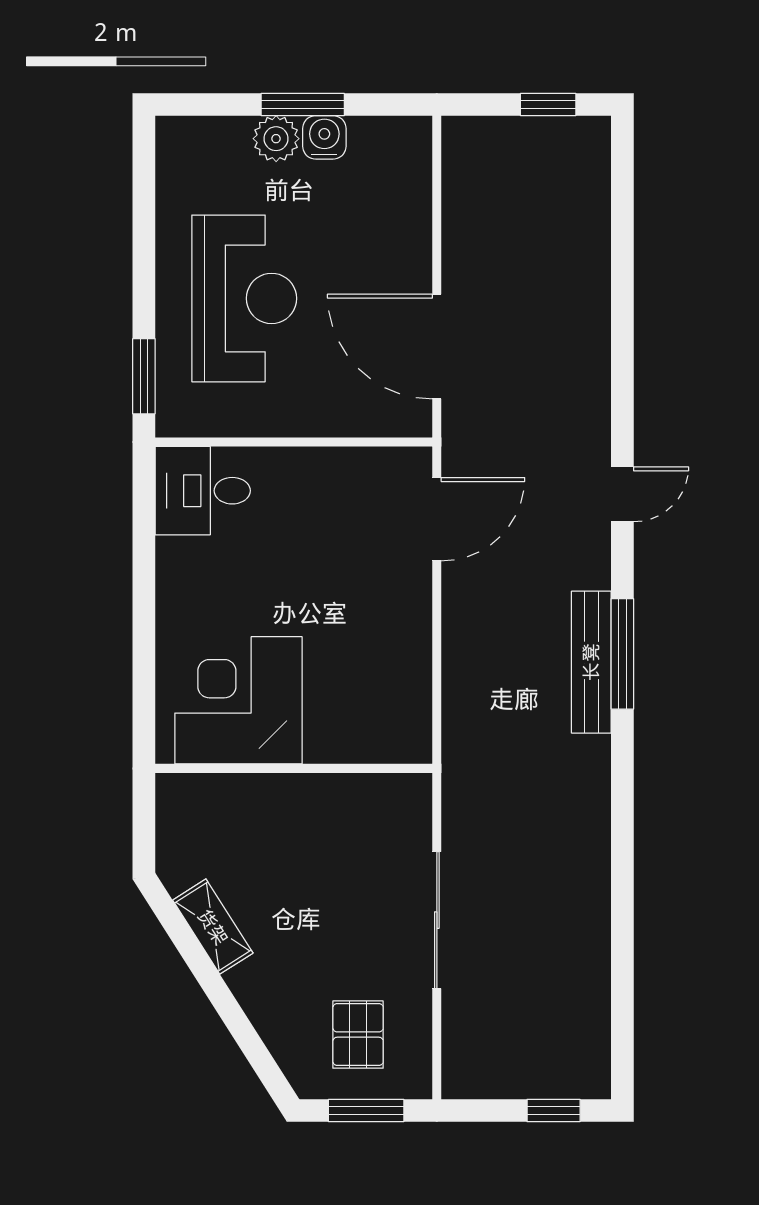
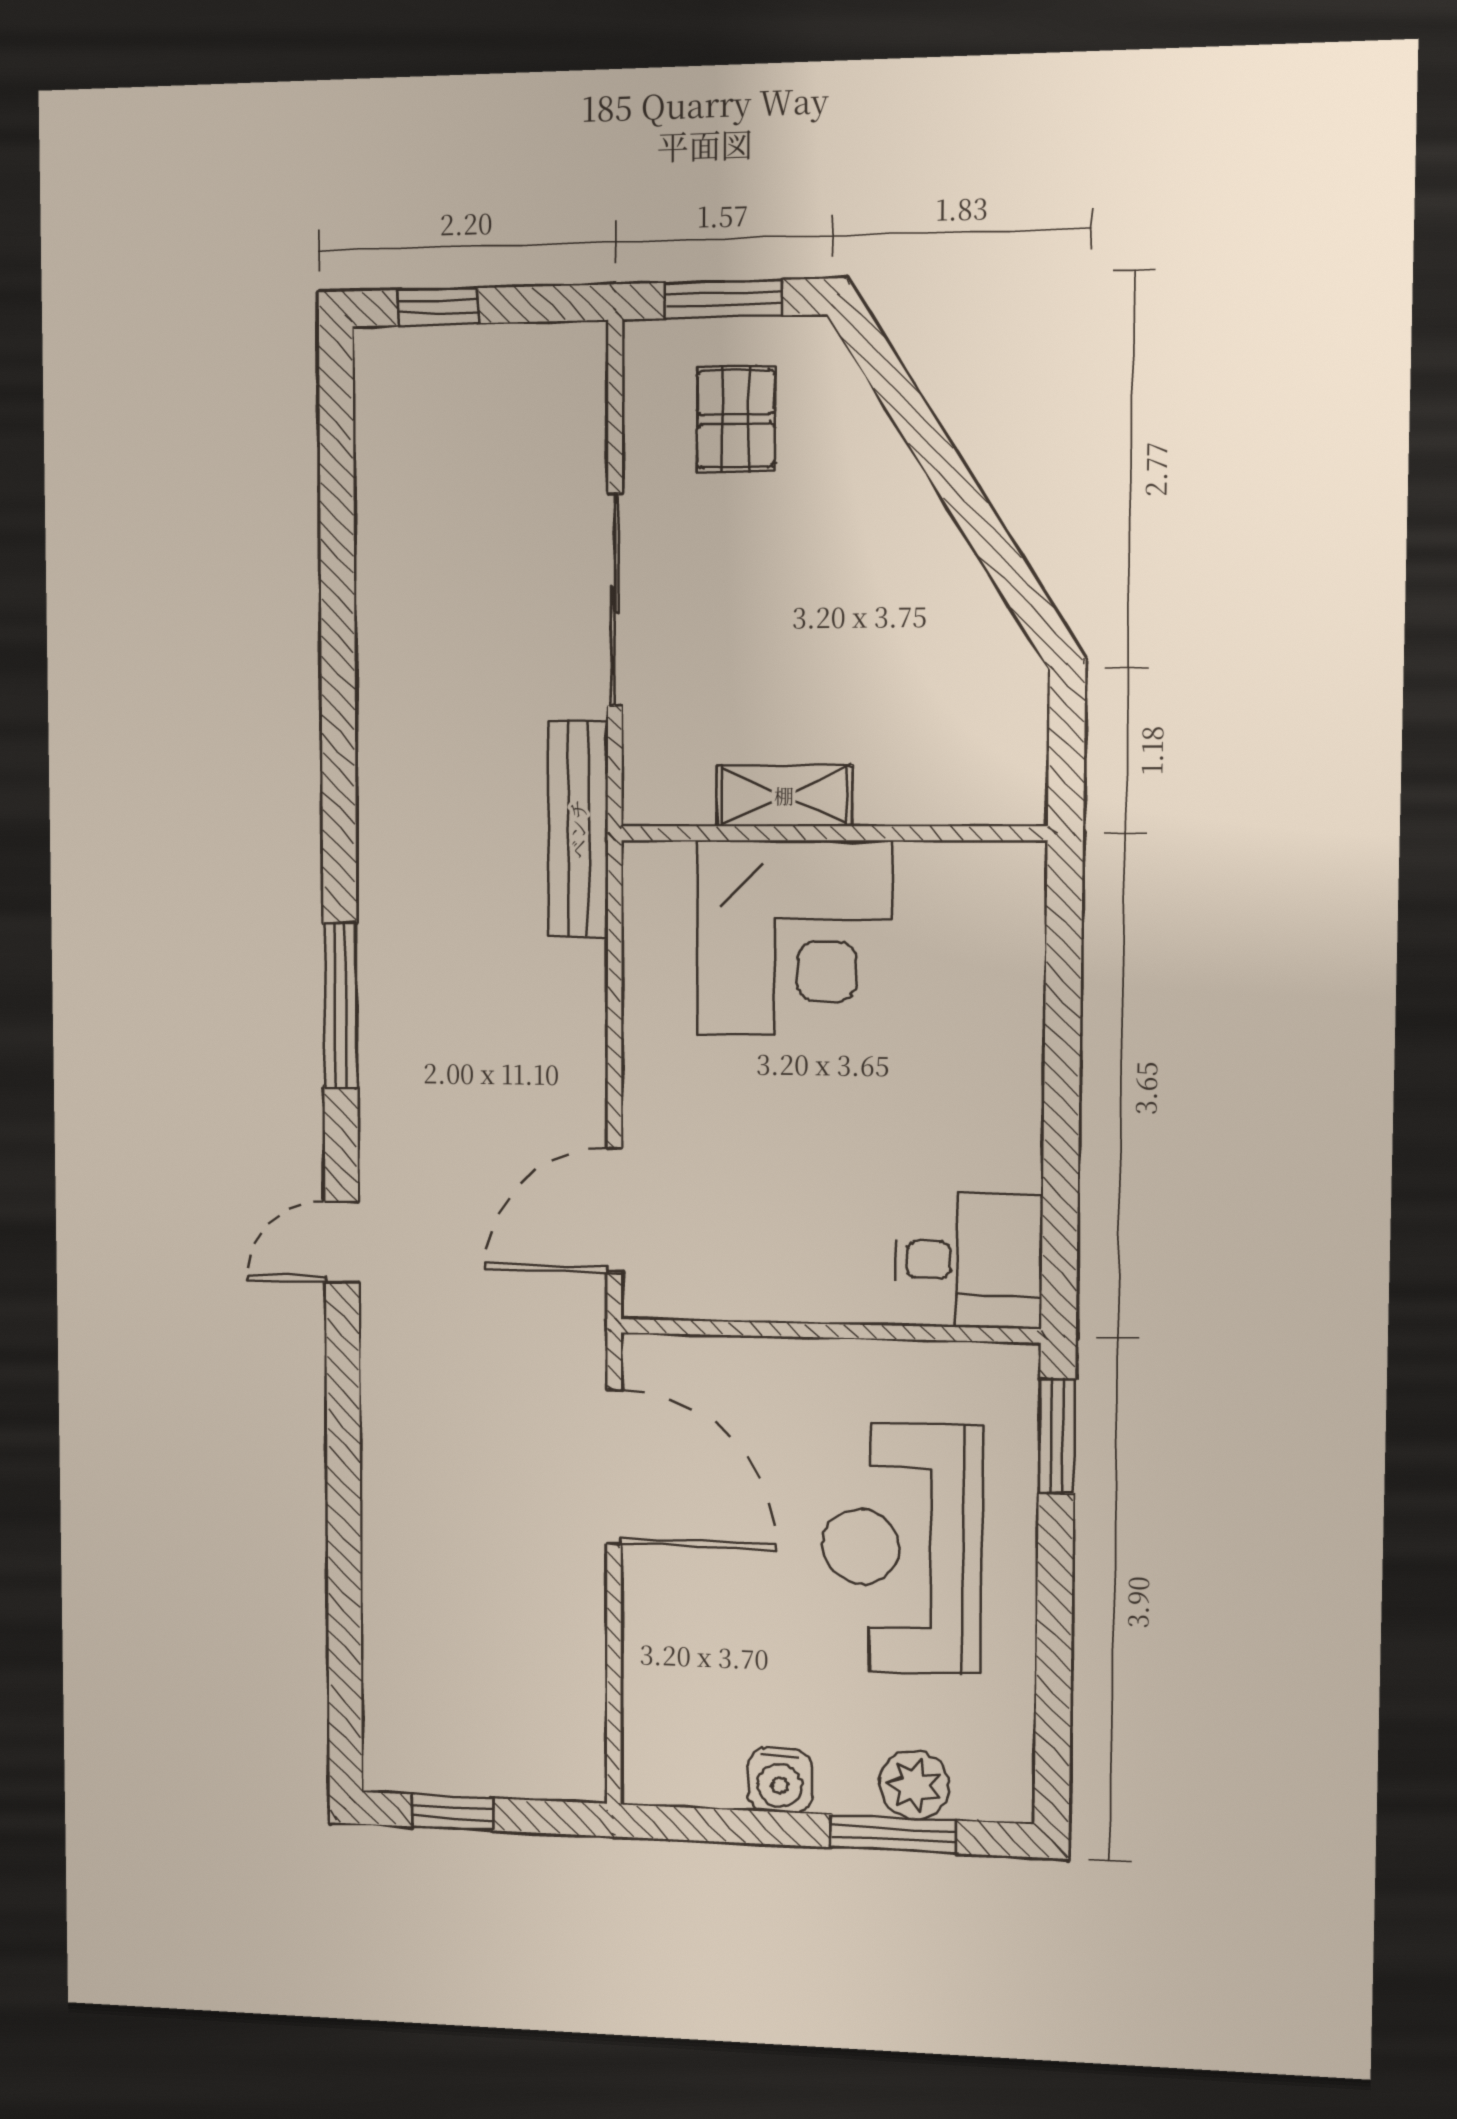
window: (303, 104) -> (894, 1834), moved
plant: (276, 139) -> (915, 1785), moved
bench: (591, 662) -> (578, 829), moved
corner desk: (238, 700) -> (794, 938), moved
shelving: (213, 927) -> (784, 796), moved, turned -58

